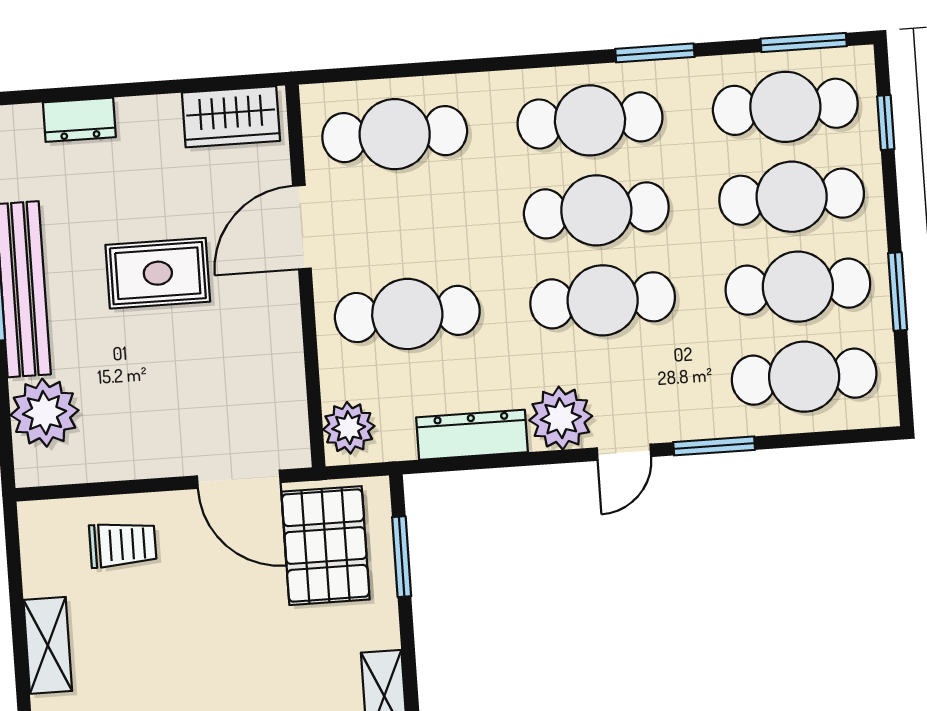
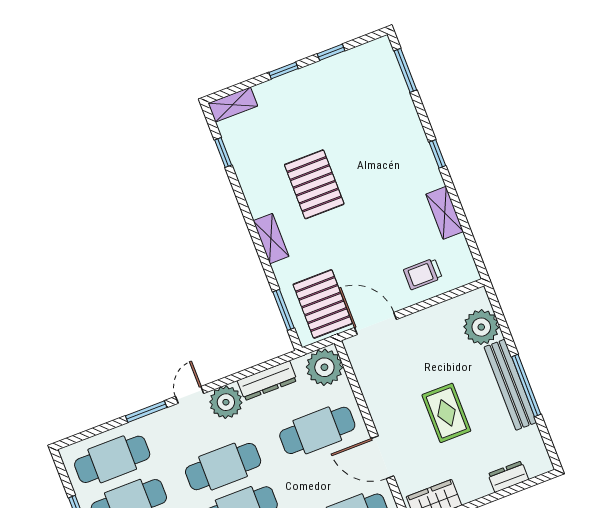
door: (302, 227) -> (382, 457), swing flipped
rug: (158, 273) -> (446, 413), turned 90
plant: (349, 428) -> (324, 367), width x1.36, depth x1.36

